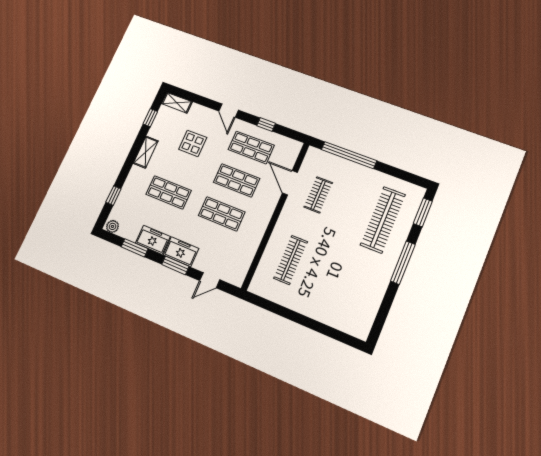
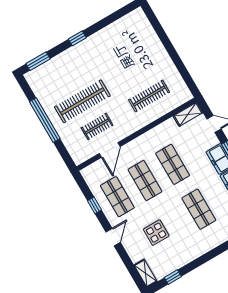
shelving: (146, 152) -> (188, 114), moved
window: (349, 155) -> (45, 120), moved
clothes rail: (383, 220) -> (82, 101), moved
window: (403, 263) -> (77, 38), width x0.46

